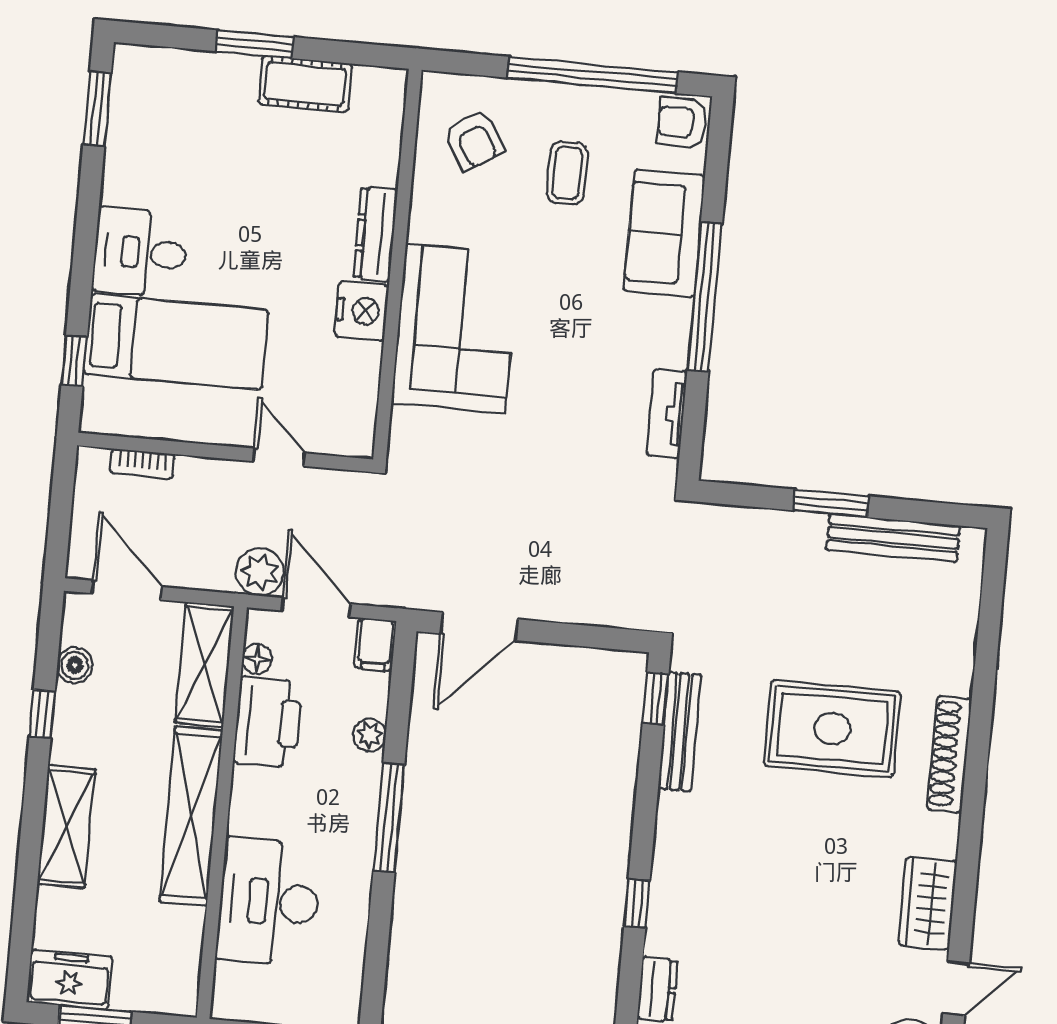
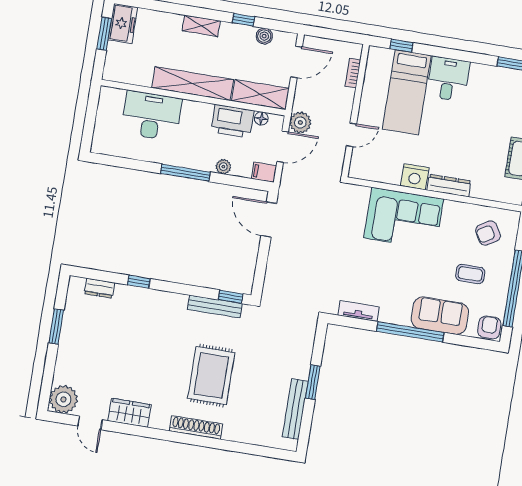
shelving: (66, 827) -> (201, 26), width x0.67, depth x0.75

